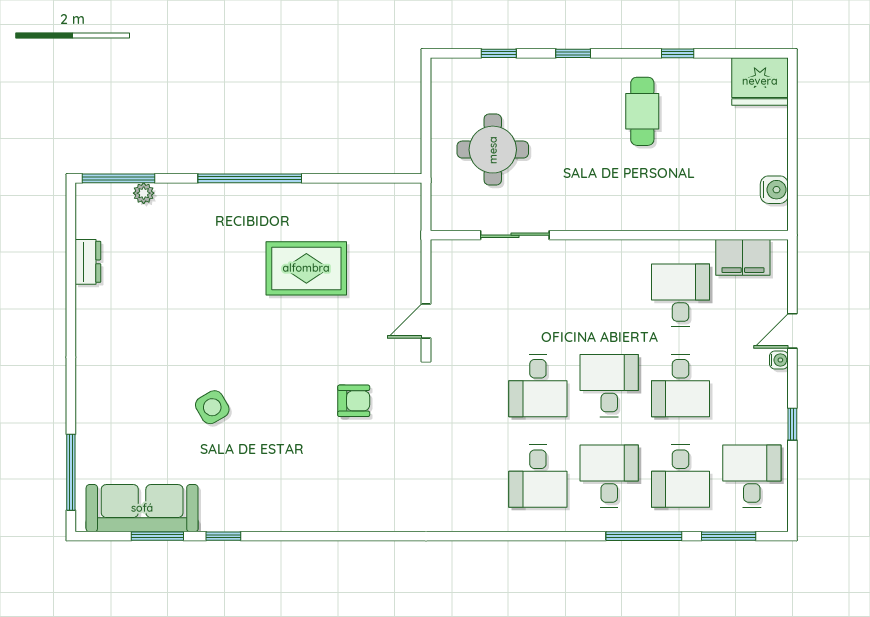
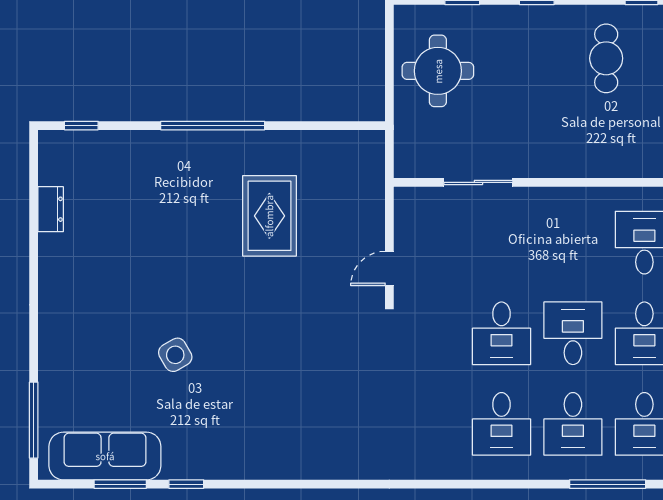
round table: (493, 150) -> (438, 71), moved
window: (119, 178) -> (81, 126), width x0.46
plant: (144, 193) -> (107, 140), removed
rug: (306, 268) -> (269, 216), turned 90
armchair: (354, 401) -> (317, 348), removed
desk: (609, 476) -> (573, 424), turned 180

